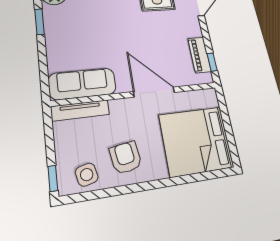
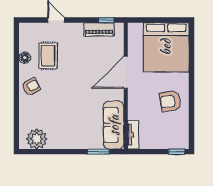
window: (39, 22) -> (98, 152), moved
tv unit: (80, 110) -> (133, 135), width x0.71
side table: (87, 175) -> (178, 129), removed

